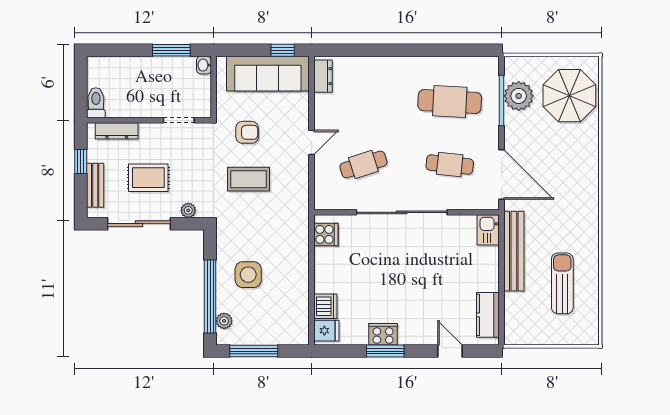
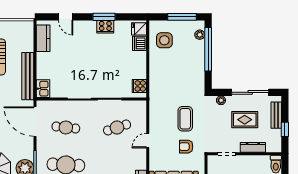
dresser: (117, 131) -> (253, 147), moved
coffee table: (249, 179) -> (185, 119), turned 90
side table: (248, 275) -> (164, 40), moved

